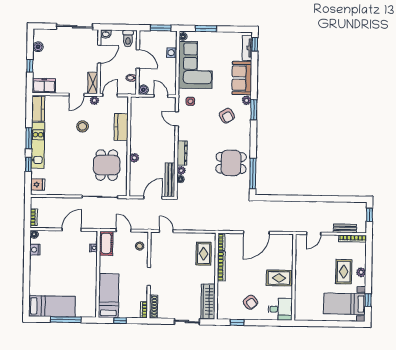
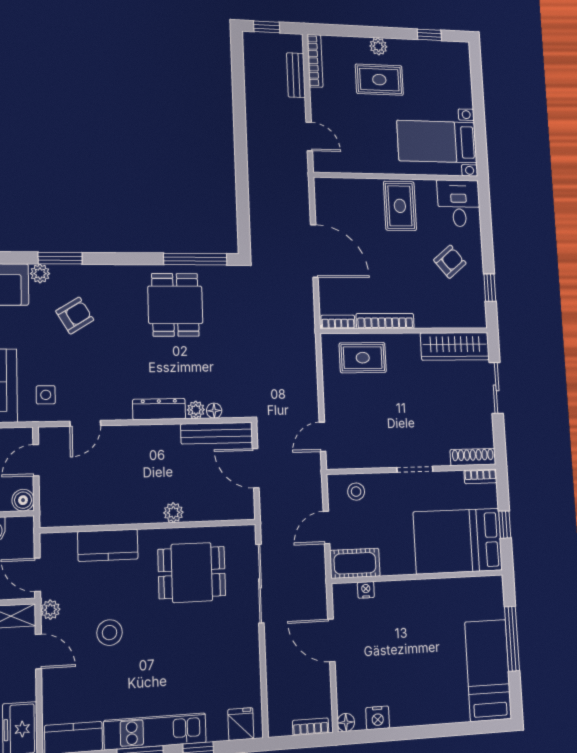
bed: (109, 296) -> (458, 541), width x1.50
bed with nightstands: (345, 304) -> (437, 142), moved, turned 90

